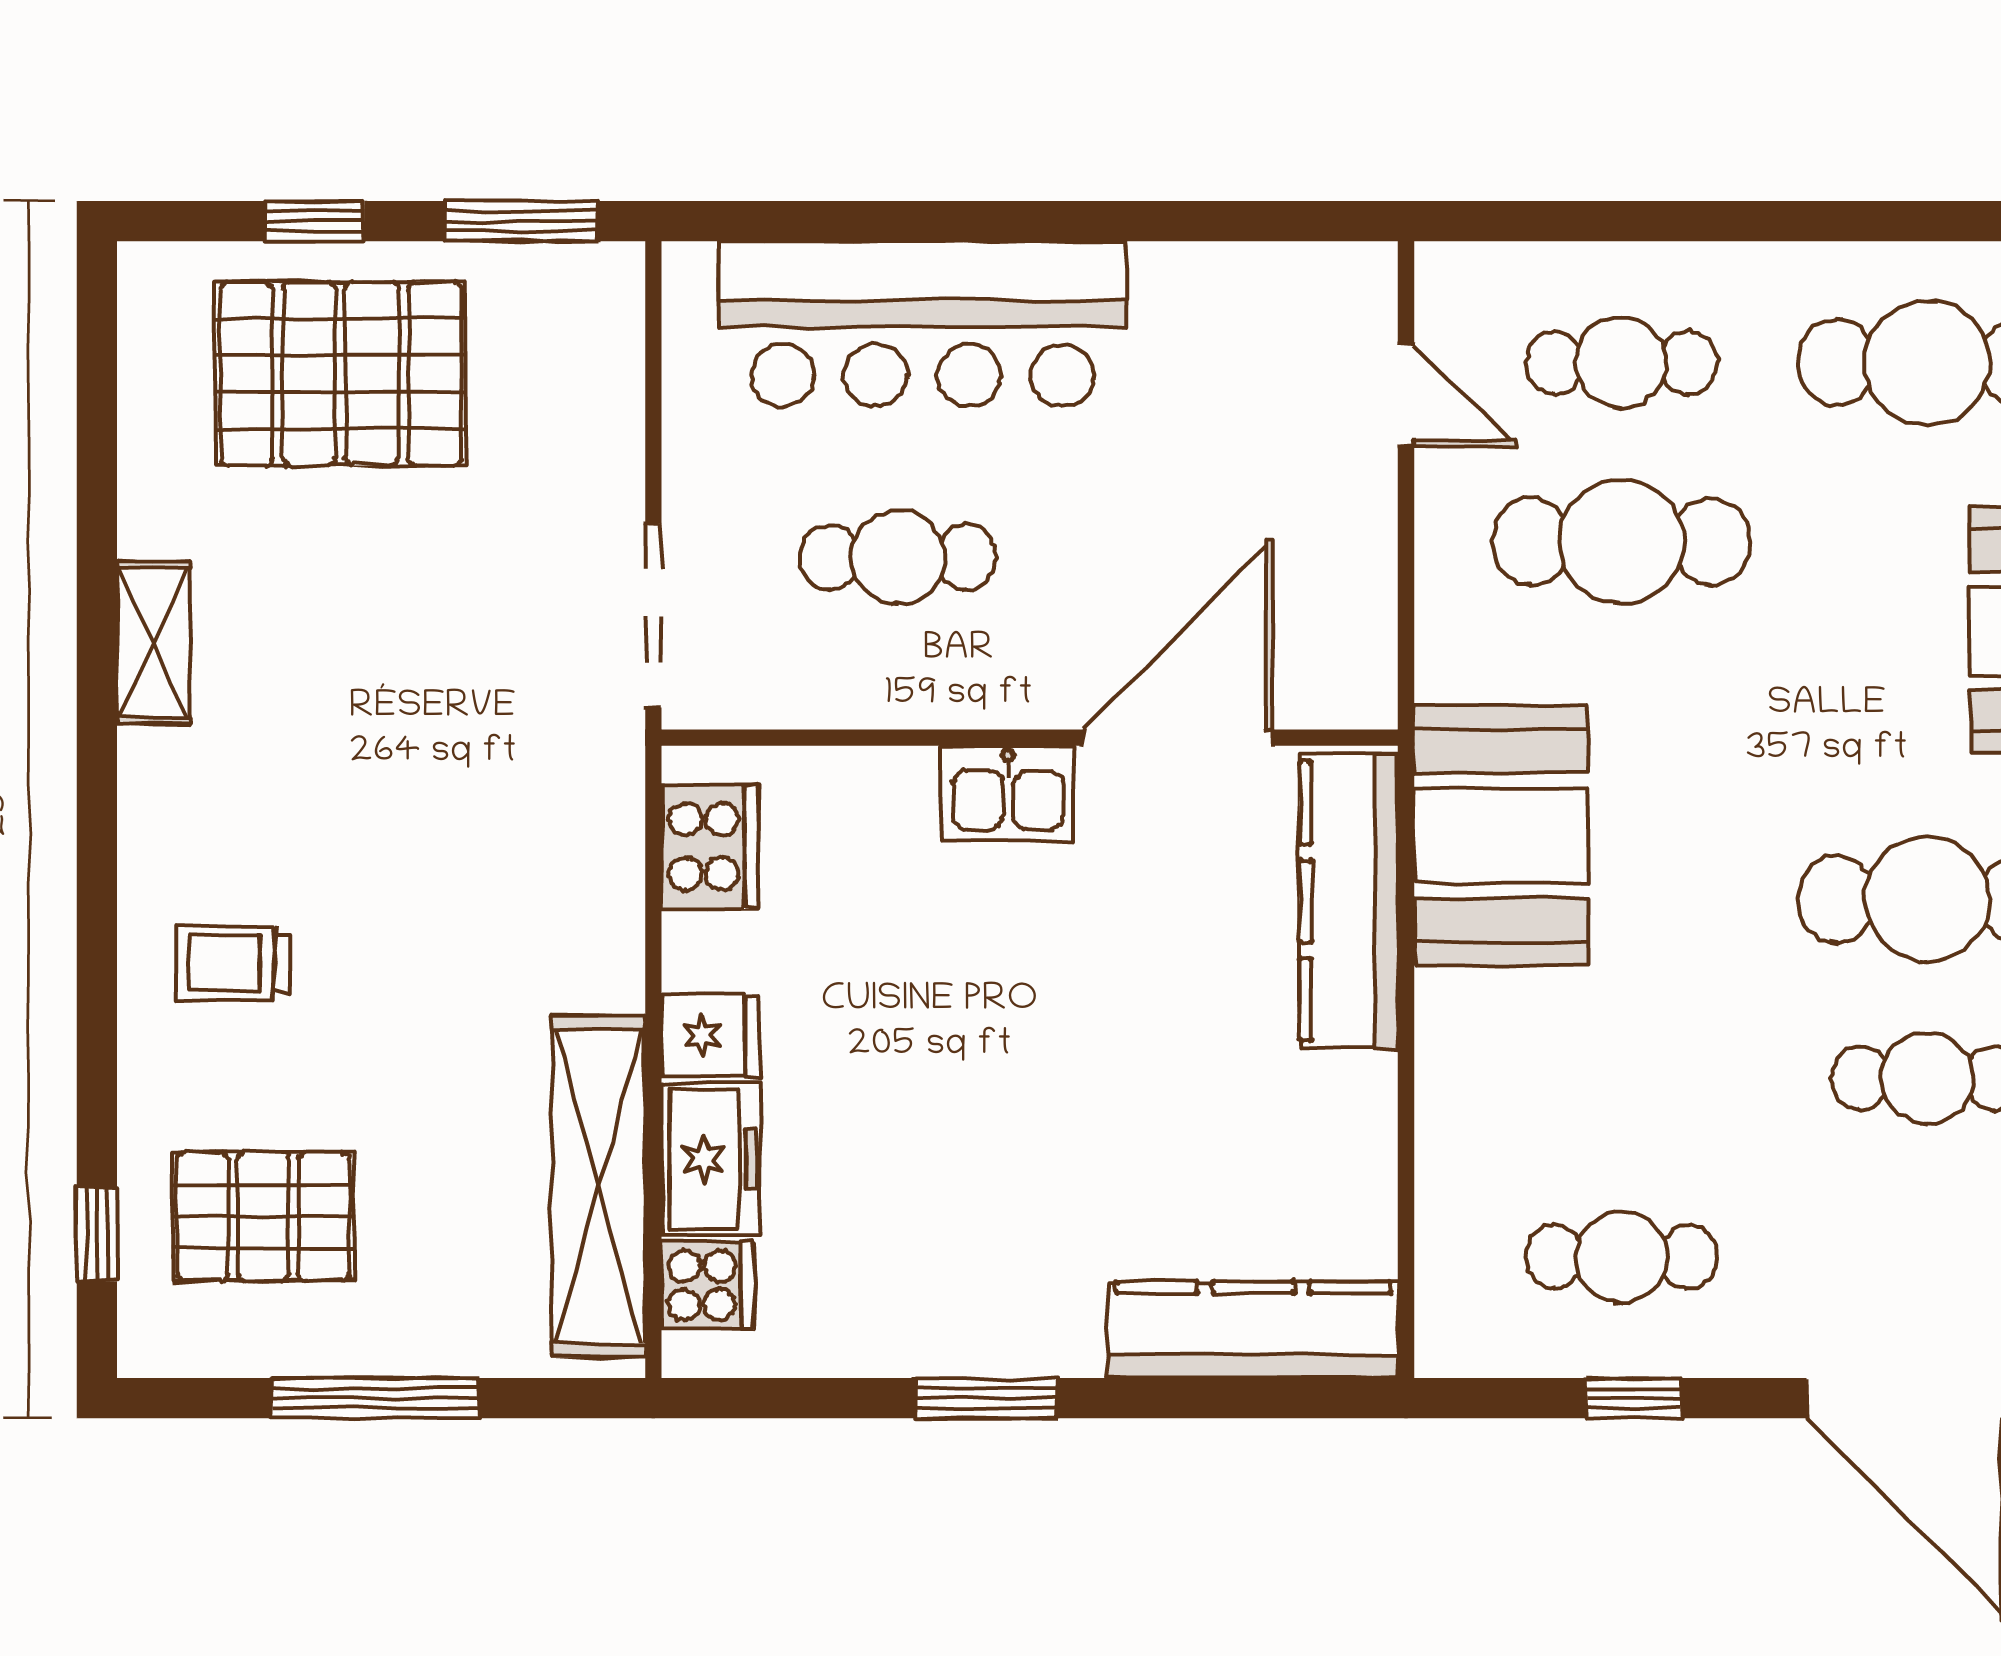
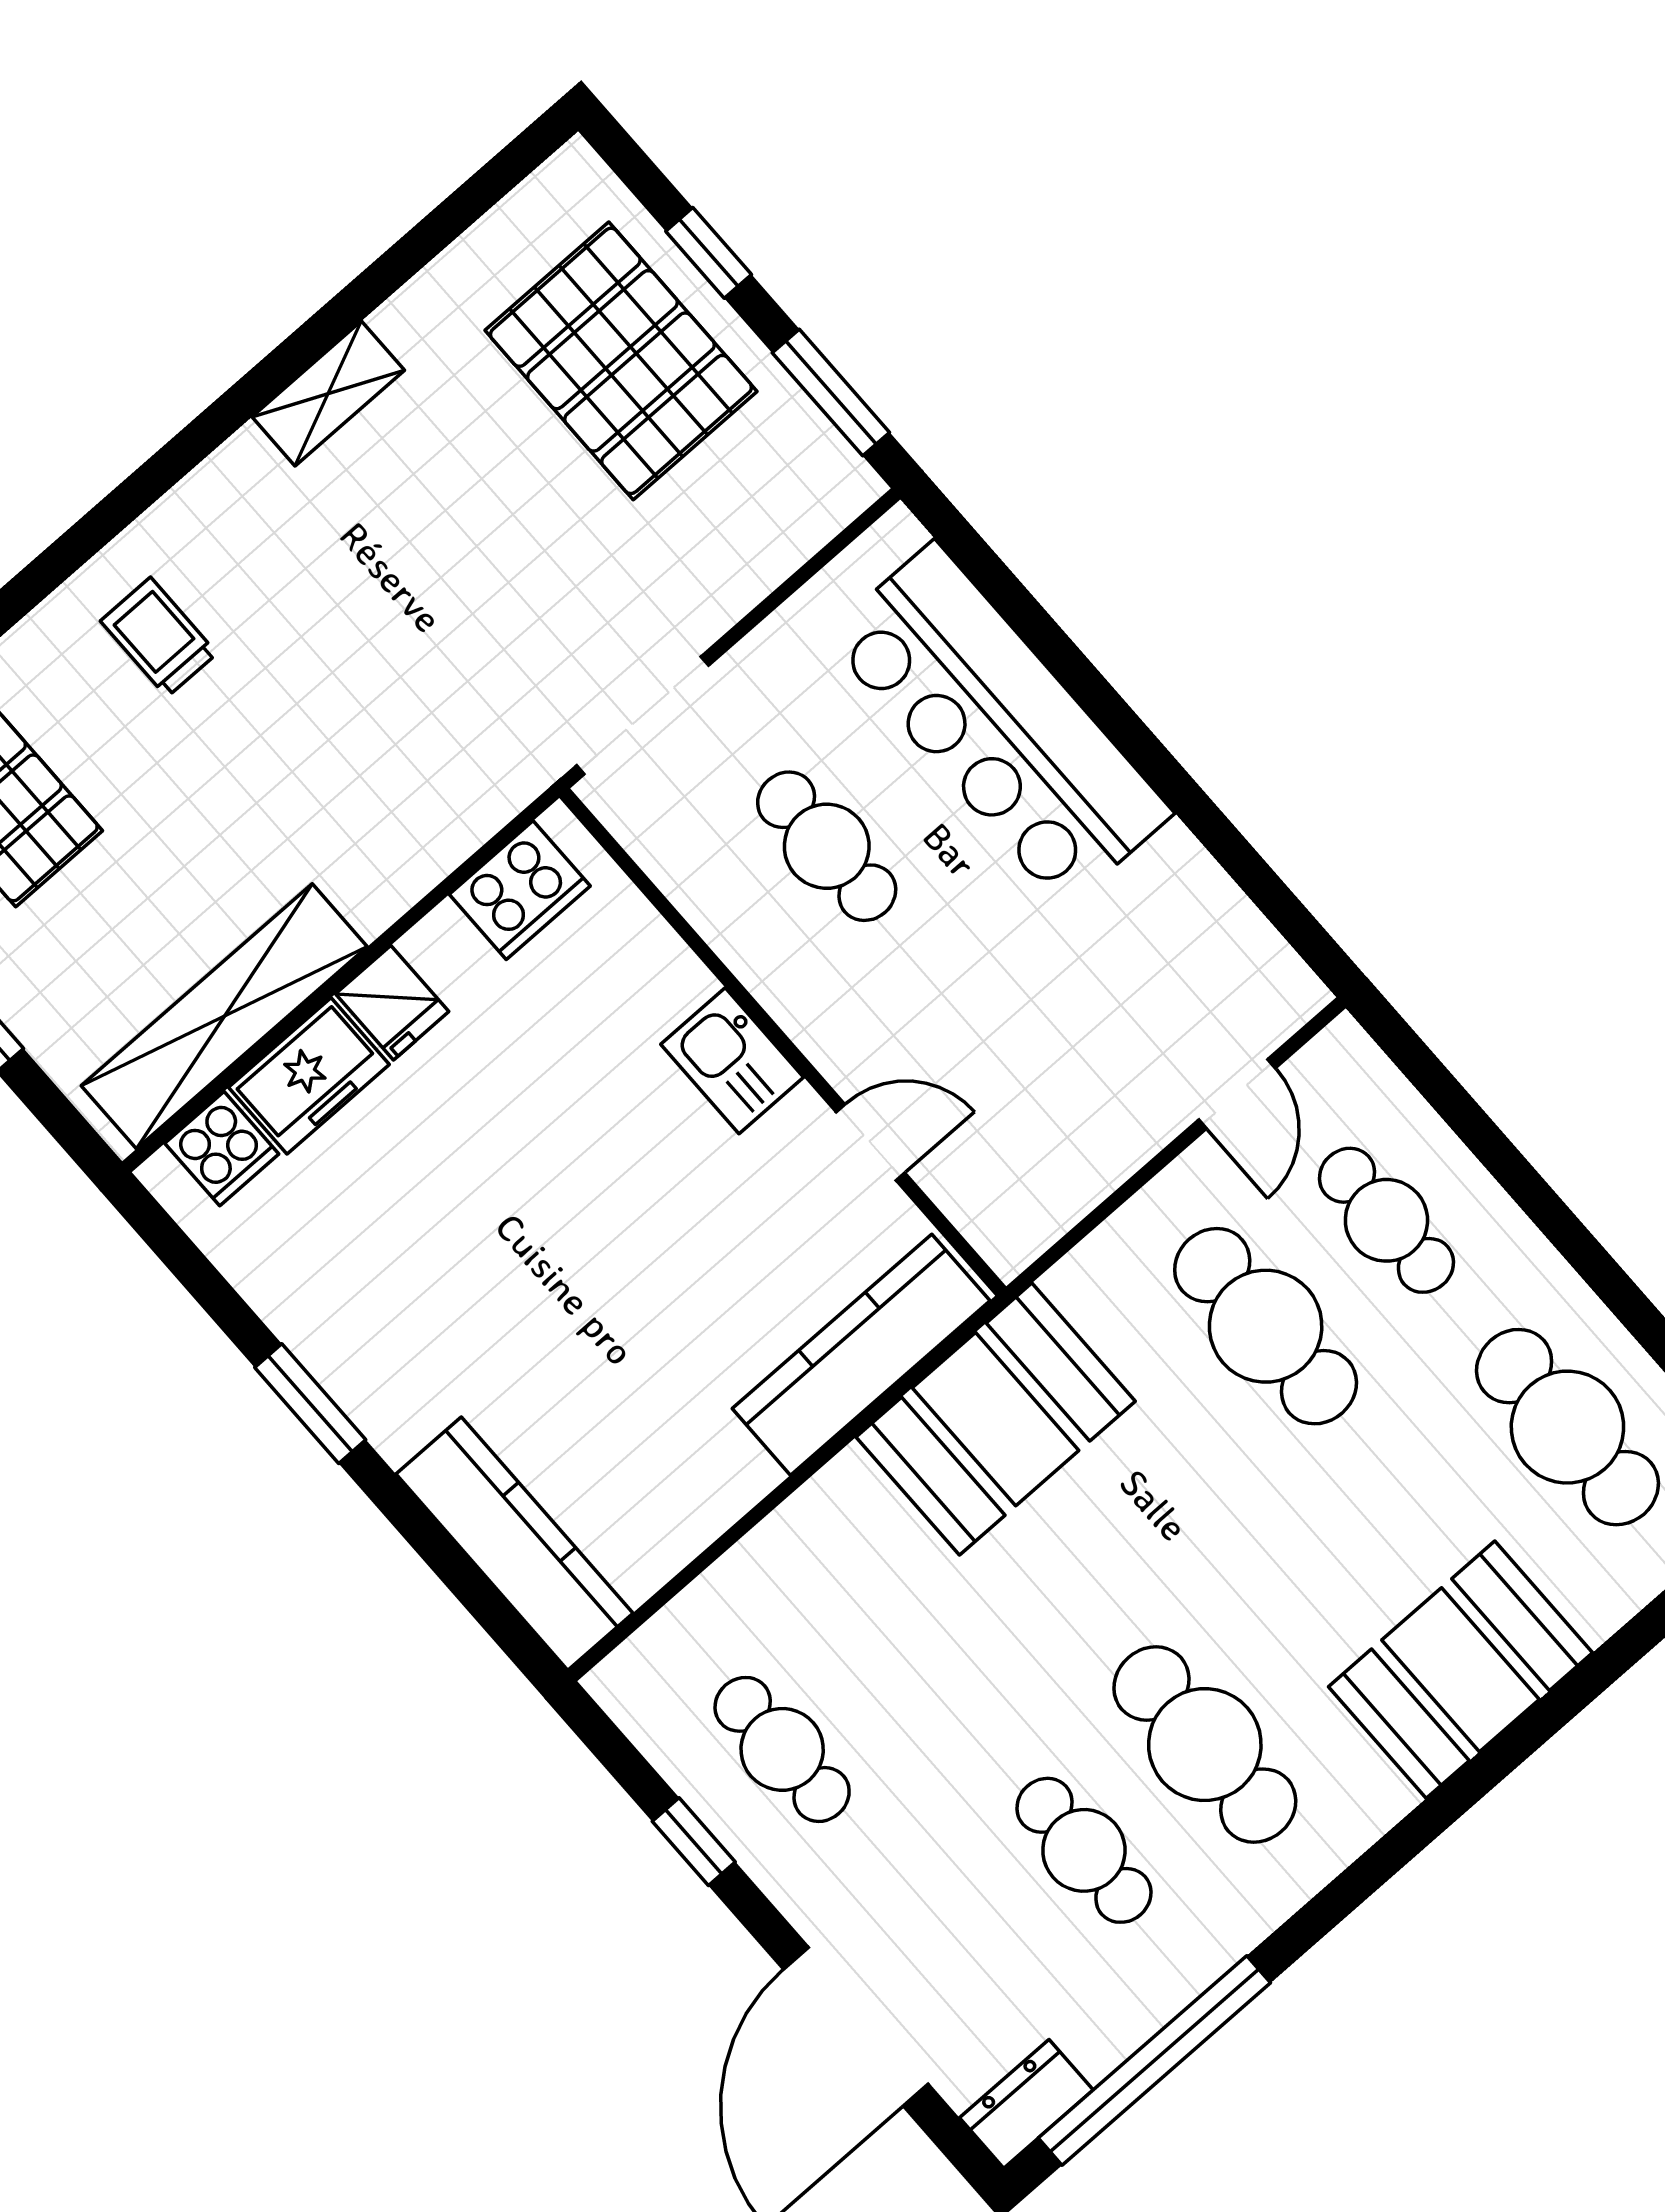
door: (1178, 738) -> (871, 1142), width x0.53

